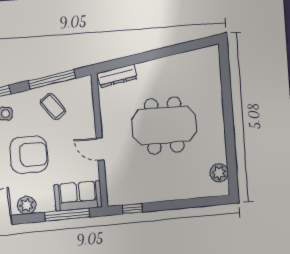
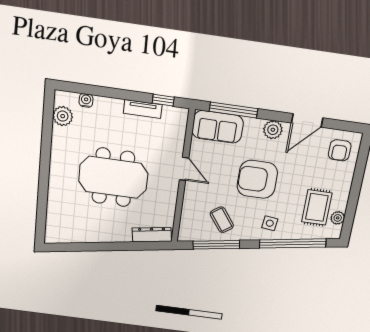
water cooler: (201, 192) -> (86, 100), added
tv unit: (149, 196) -> (143, 109), added

